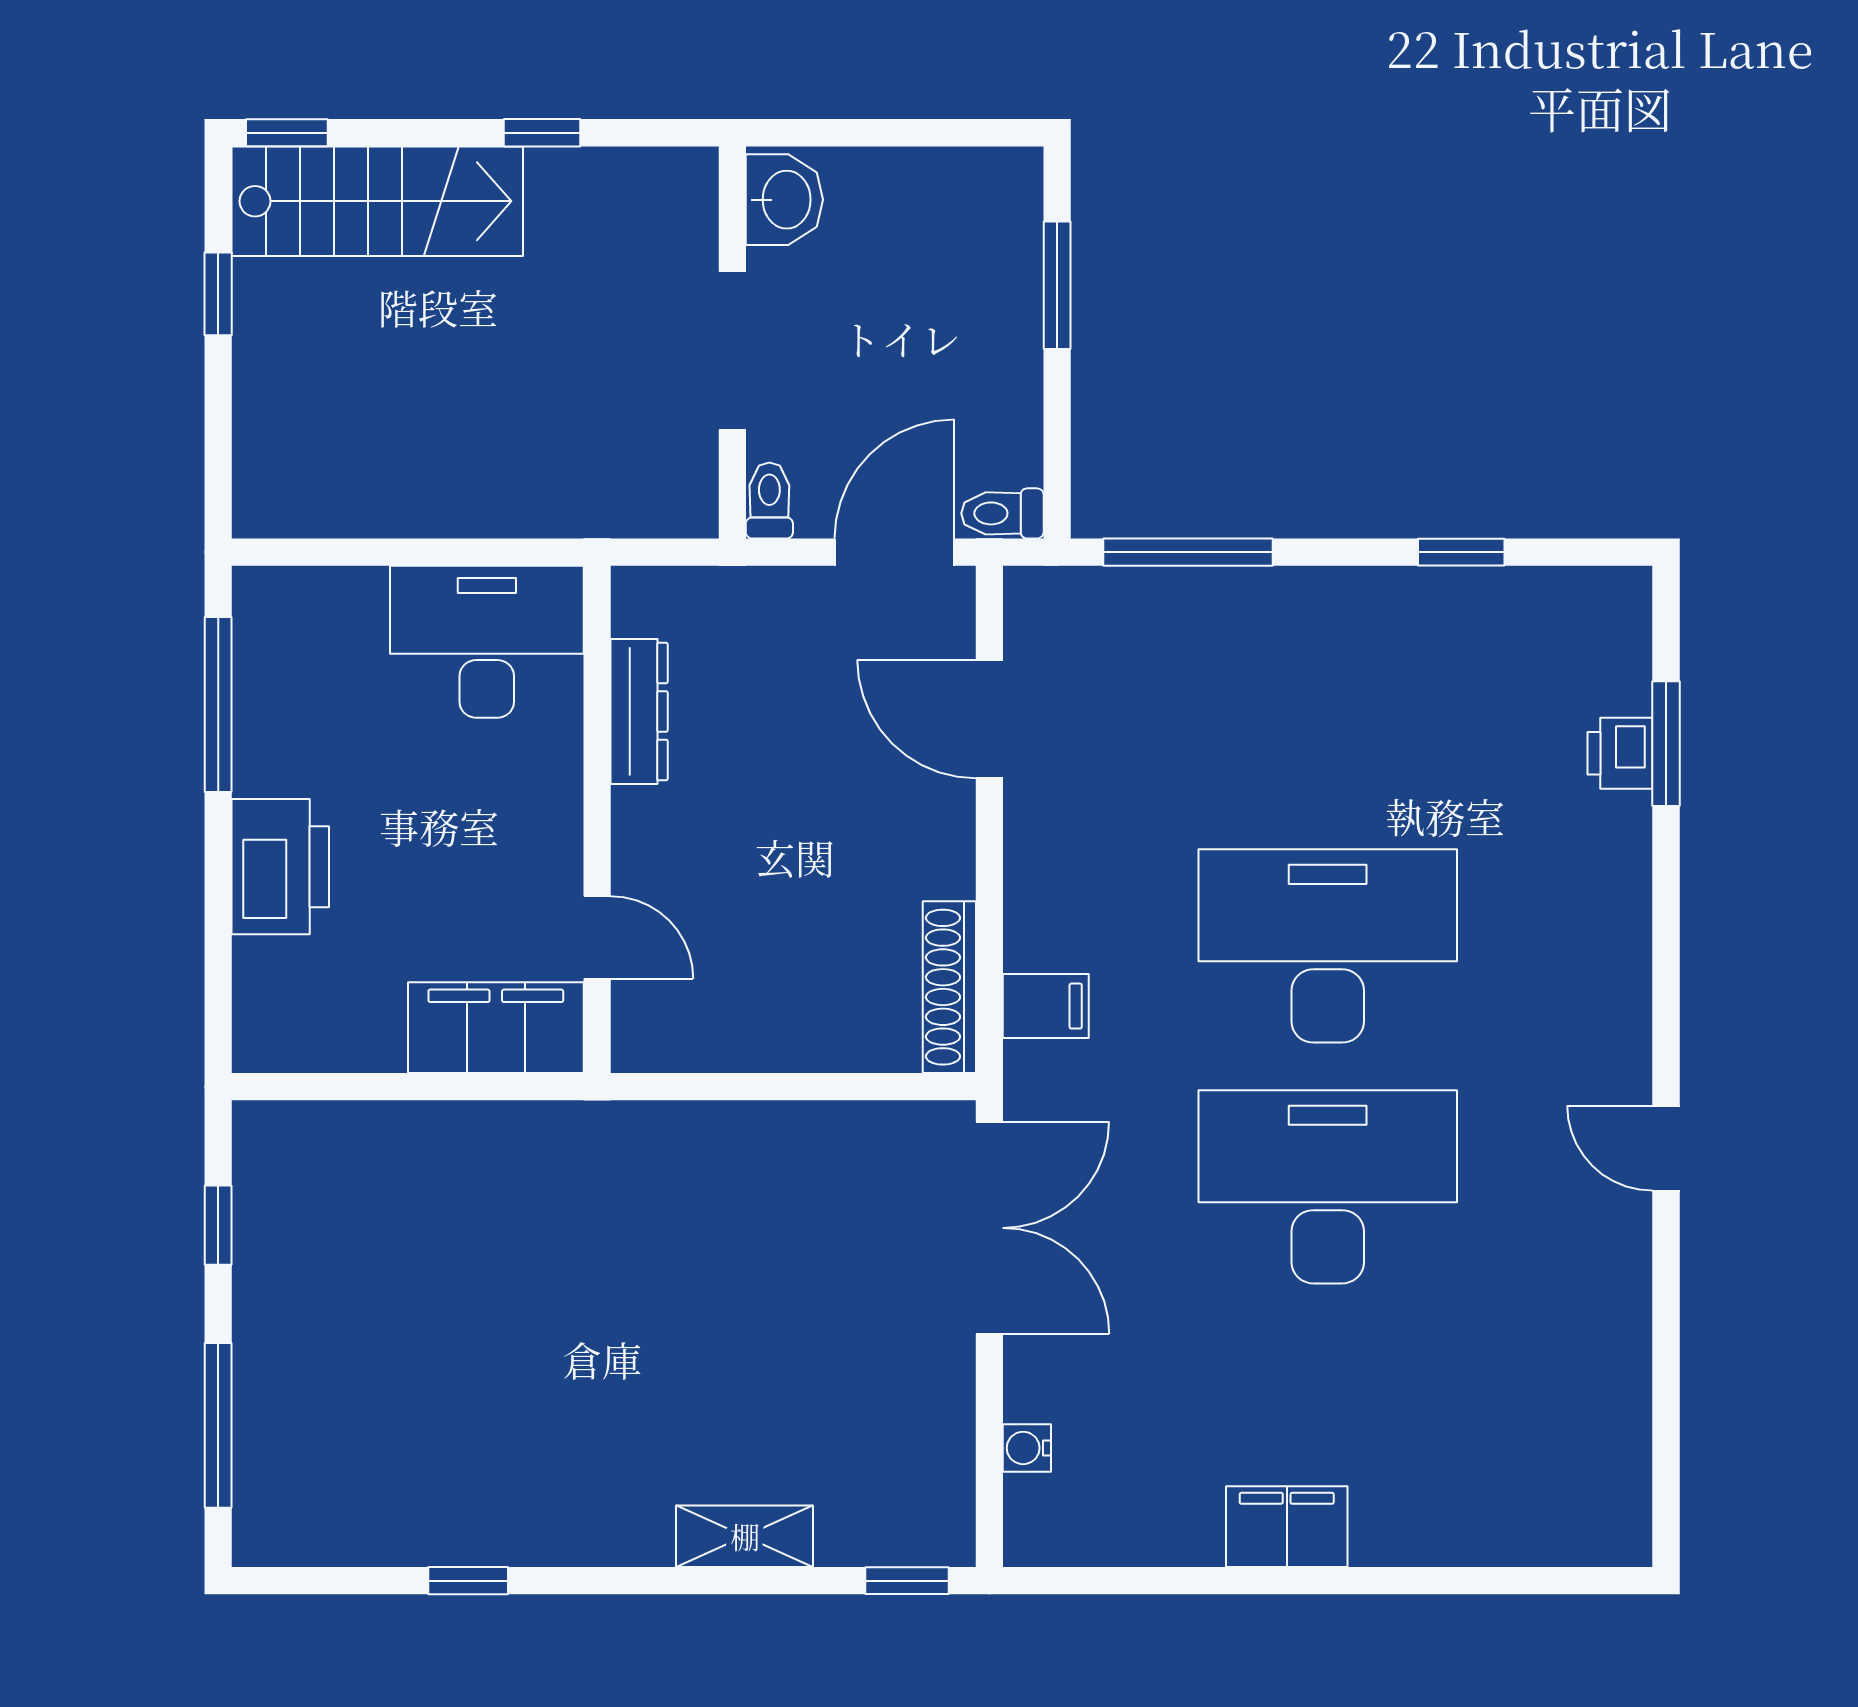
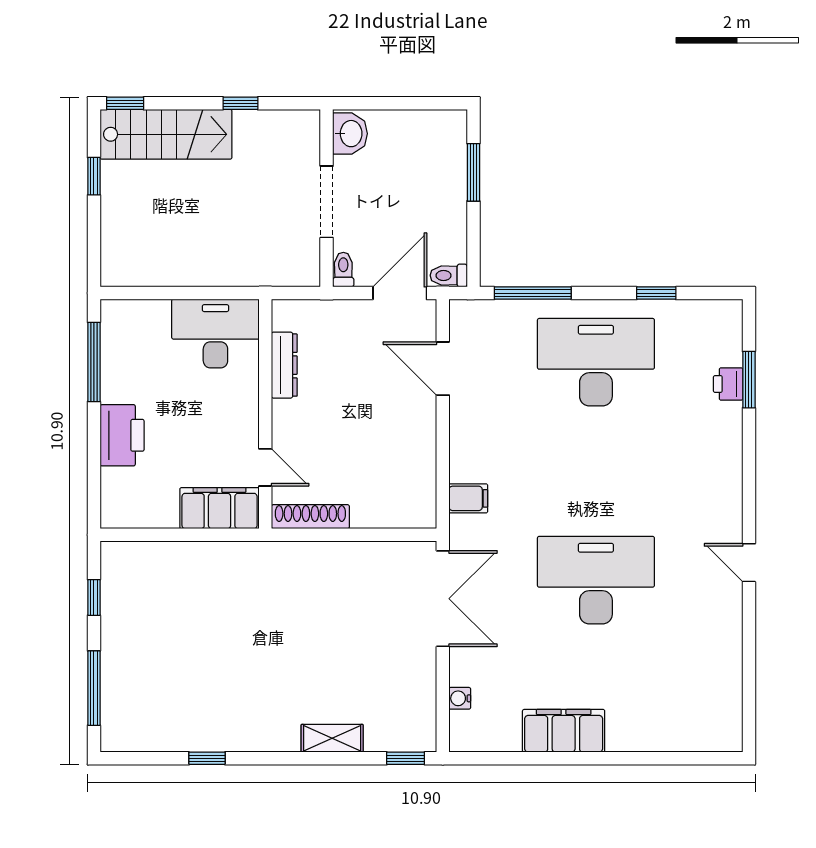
desk: (1328, 946) -> (596, 362), moved
shoe rack: (949, 987) -> (310, 517), moved, turned 90
filing cabinet: (1287, 1527) -> (564, 731), width x1.50, depth x1.17

